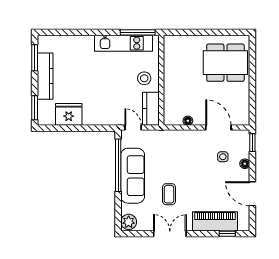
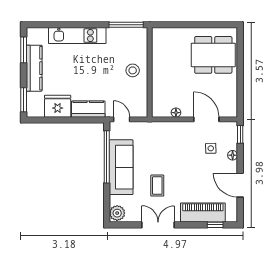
kitchen unit: (123, 43) -> (77, 36), moved
kitchen counter: (151, 109) -> (88, 109), moved, turned 90

